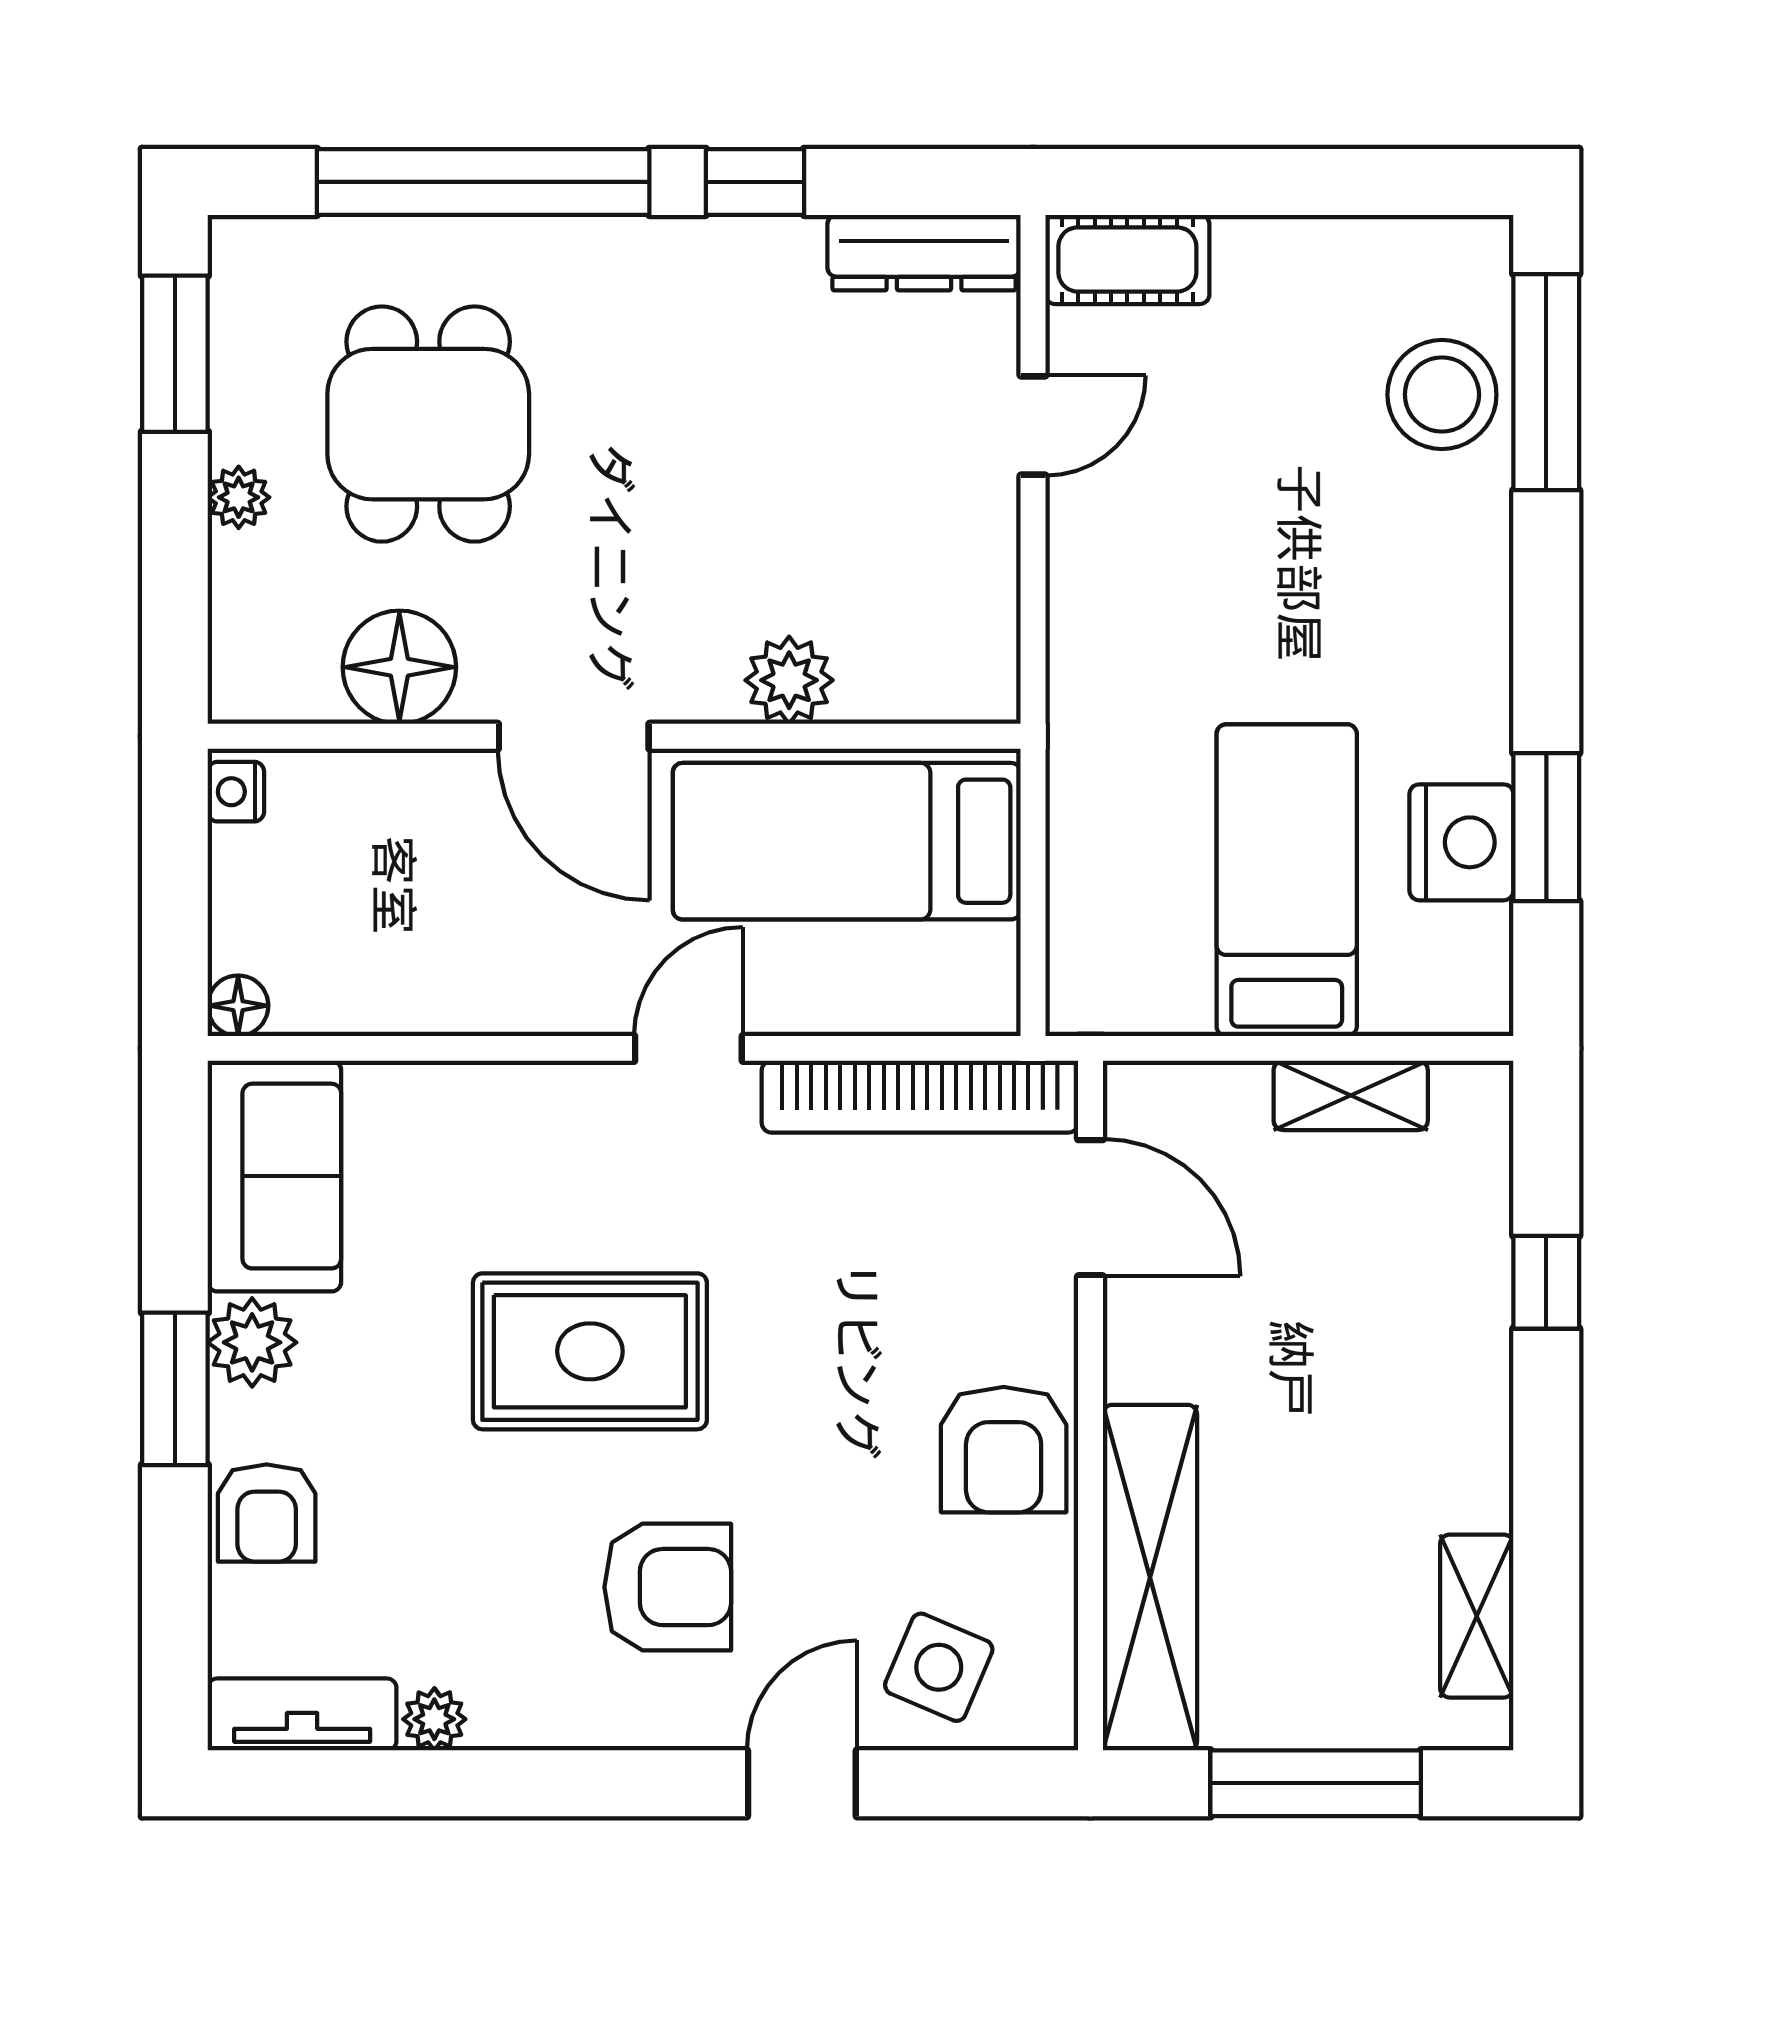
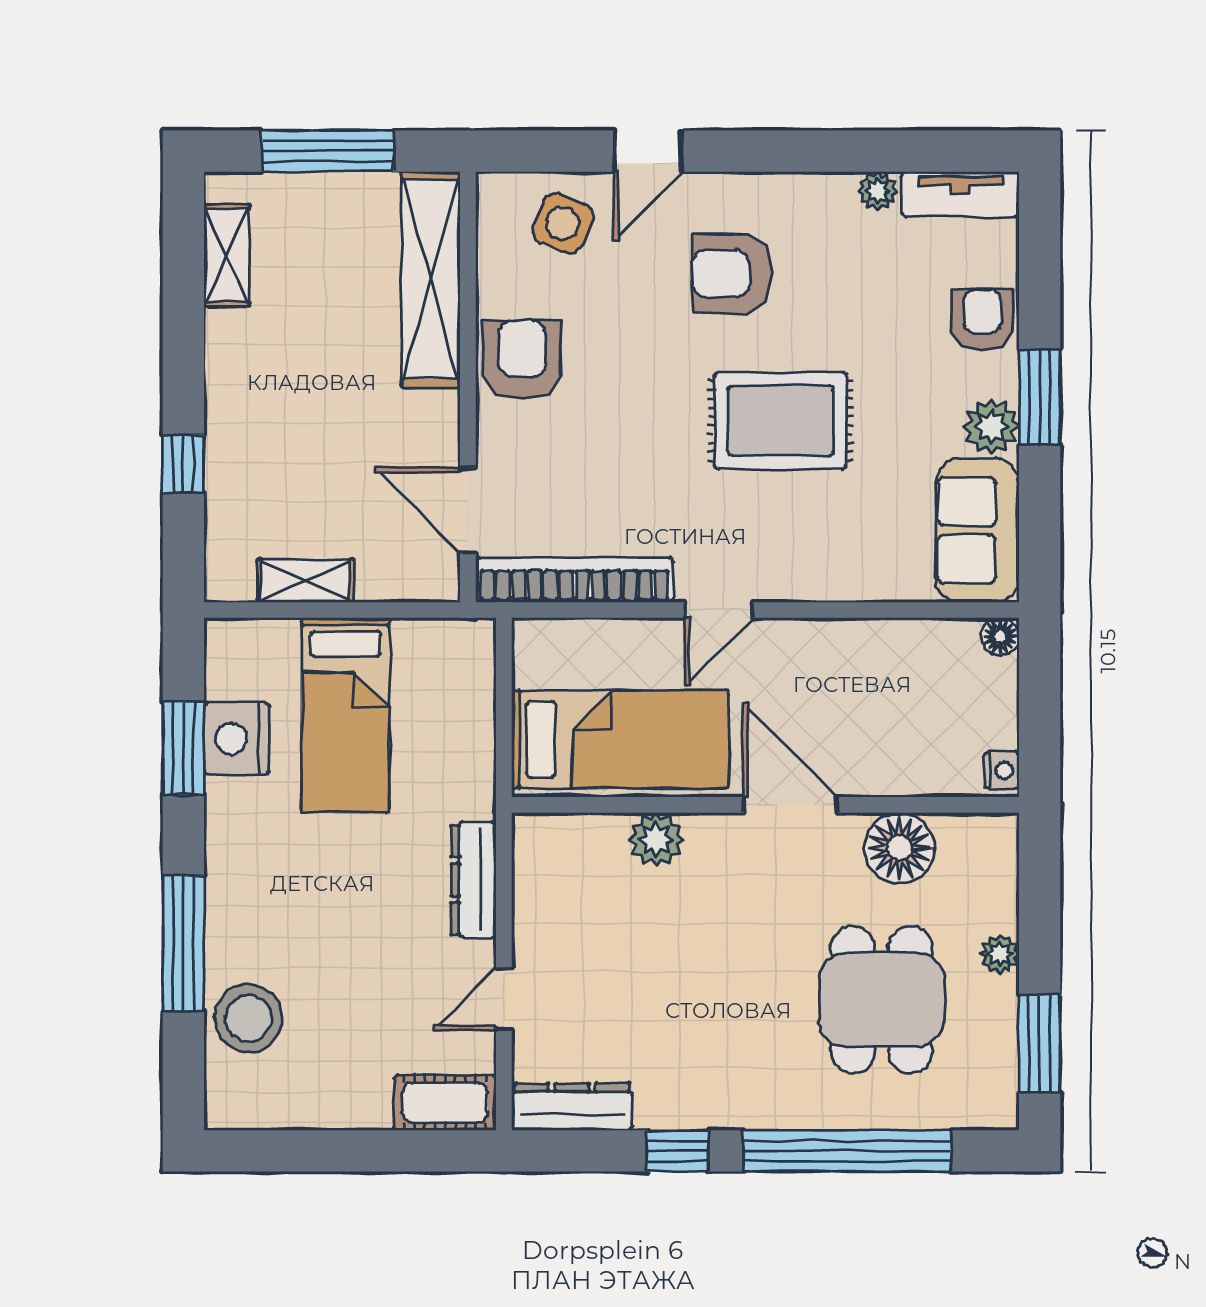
window: (1546, 382) -> (183, 943), moved
dresser: (1082, 616) -> (473, 880), added

